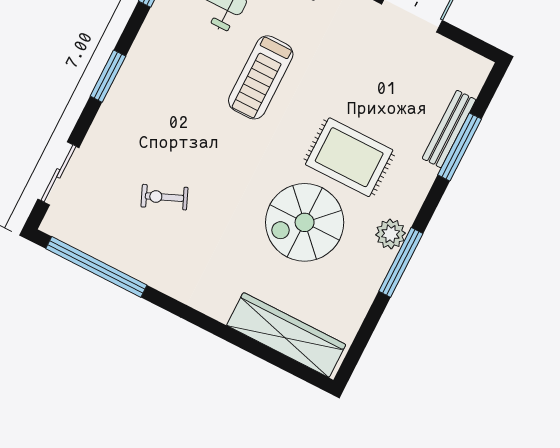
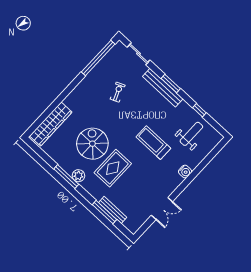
bench: (123, 93) -> (163, 88), added

